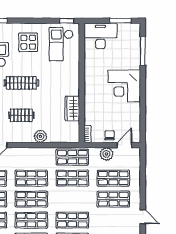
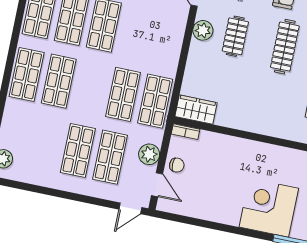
corner desk: (124, 86) -> (269, 208), moved
wardrobe: (72, 108) -> (196, 110), moved
plant: (40, 136) -> (203, 30), moved
shop shelf: (31, 178) -> (136, 32), removed
door: (143, 217) -> (130, 208), moved

